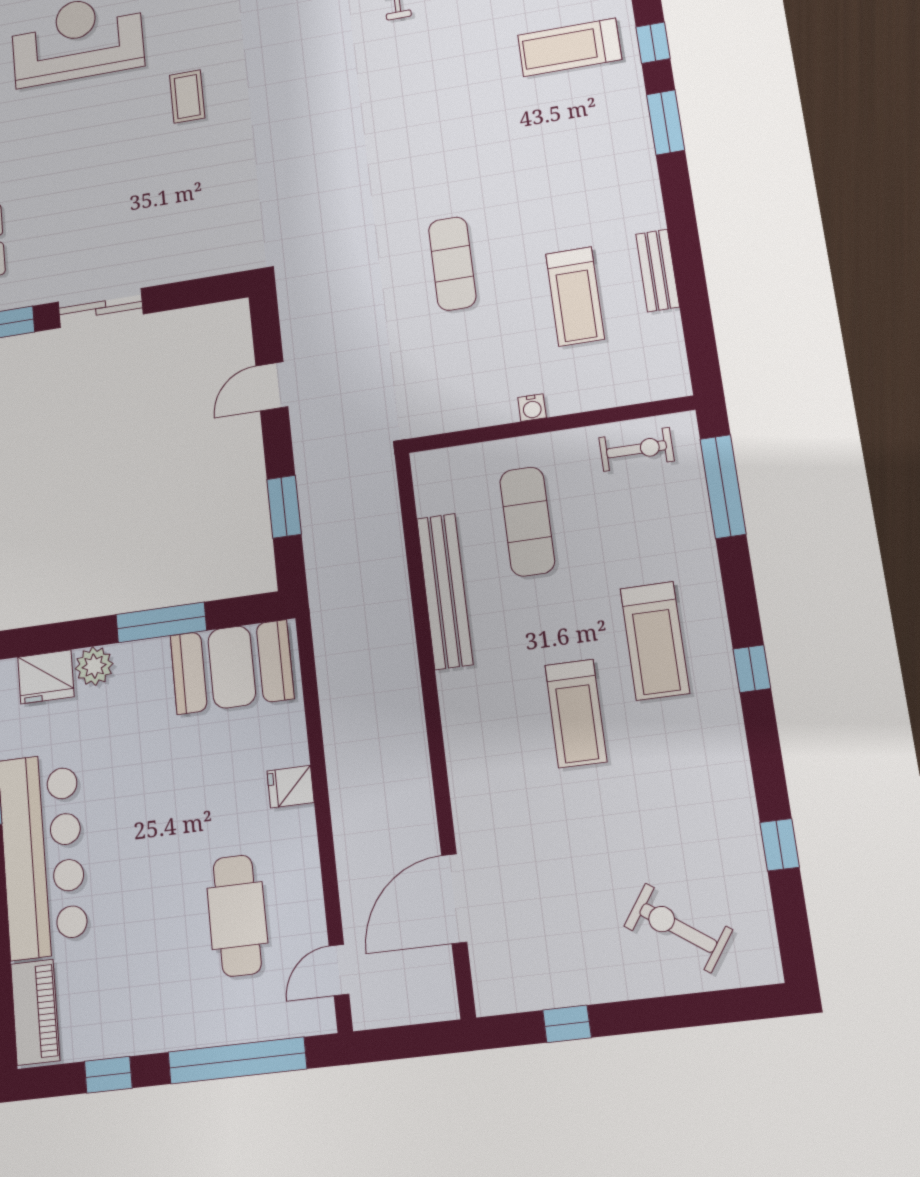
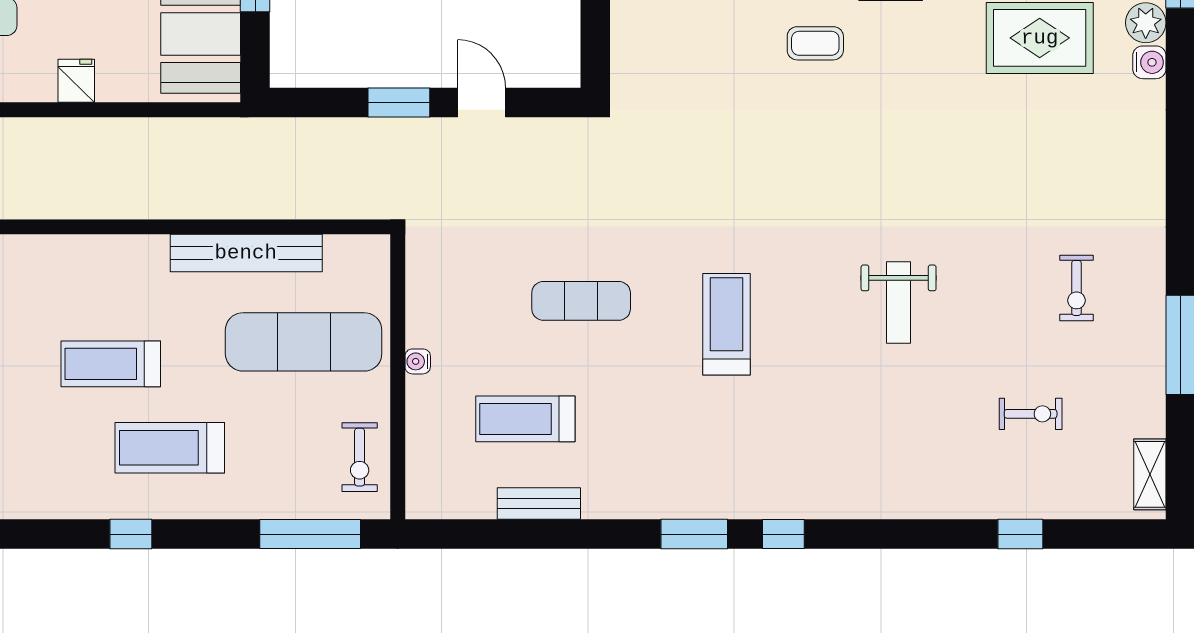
treadmill: (570, 47) -> (727, 324), moved
window: (284, 507) -> (399, 102), moved
exercise mat: (527, 521) -> (304, 342), width x1.36, depth x1.45

